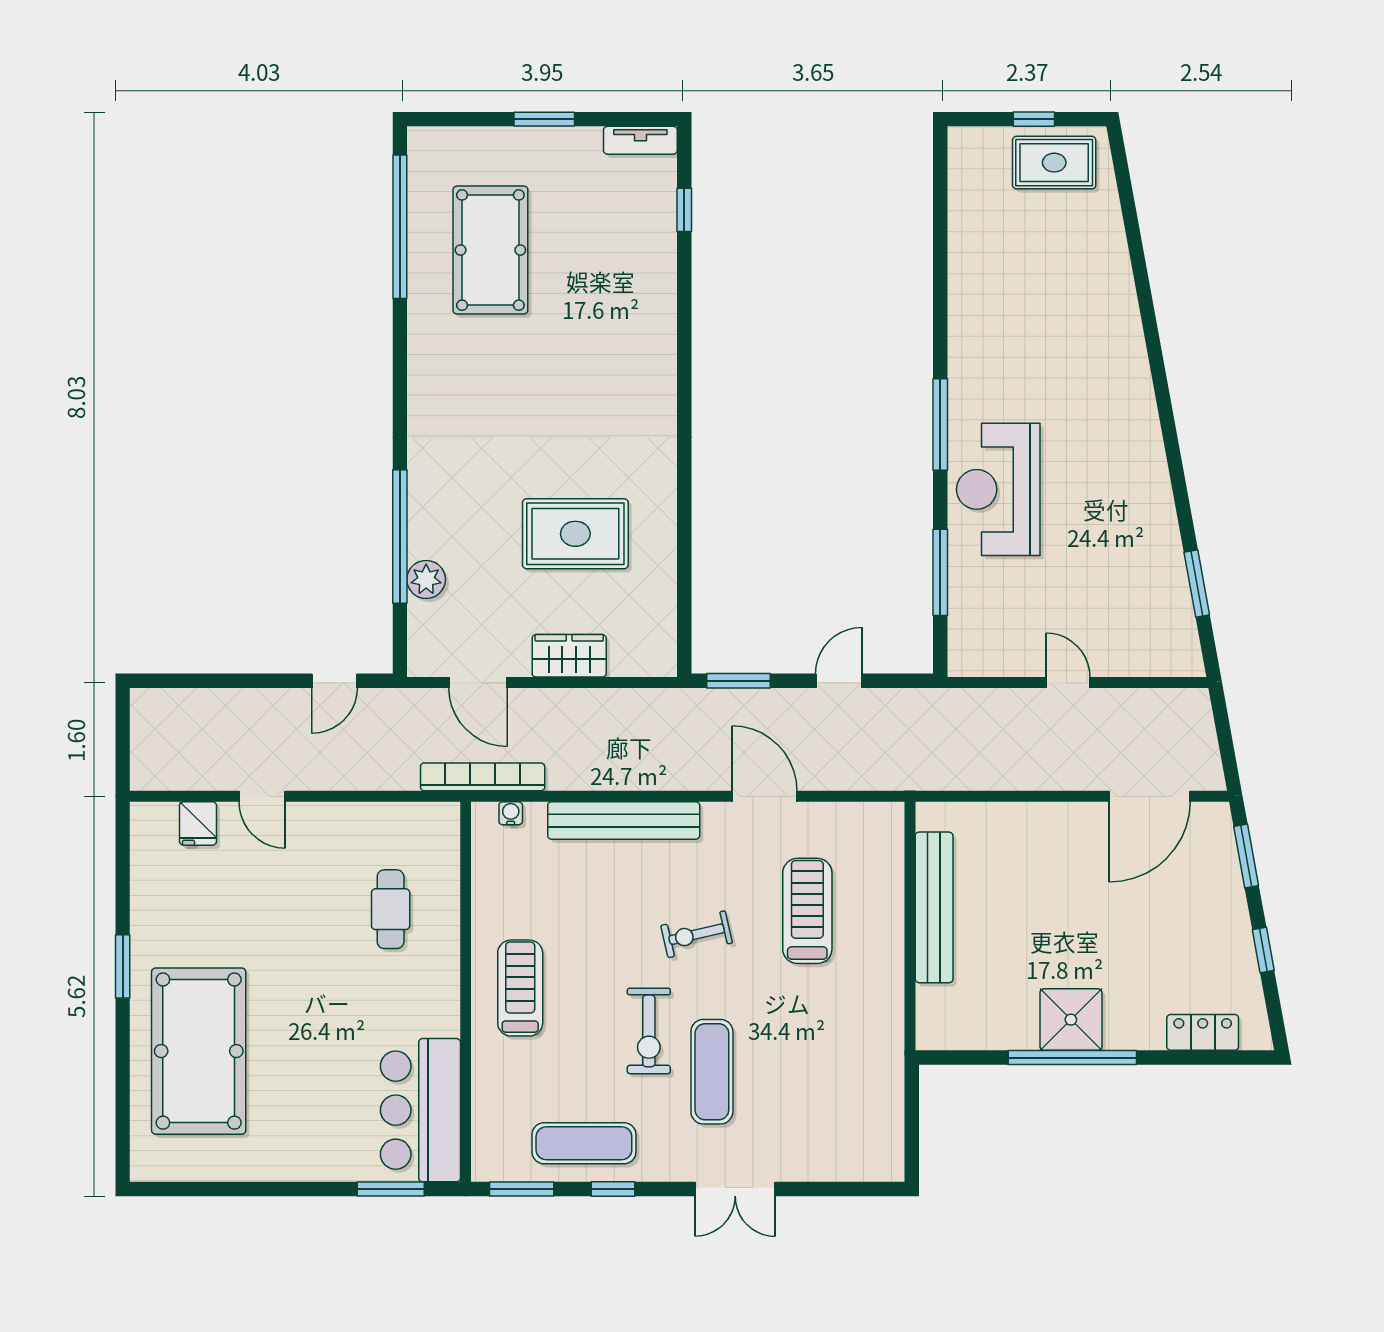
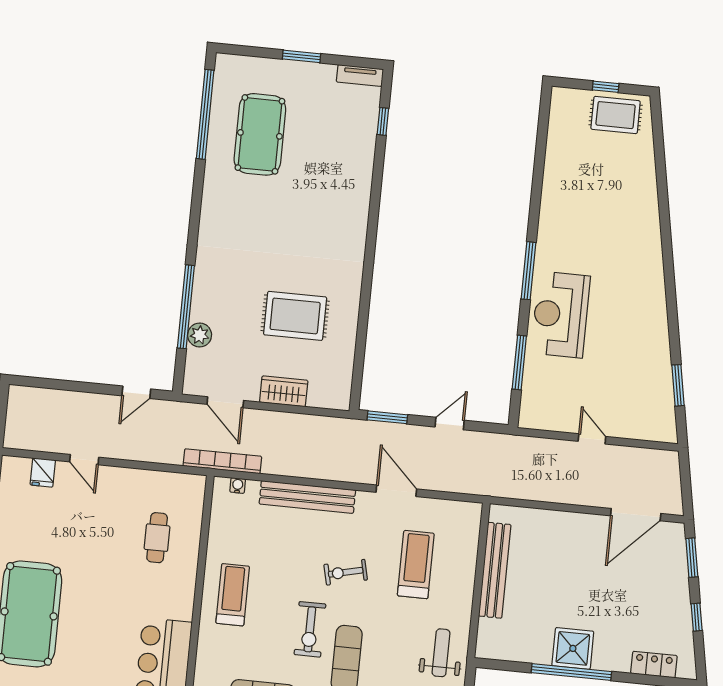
weight bench: (862, 1048) -> (441, 653), added

